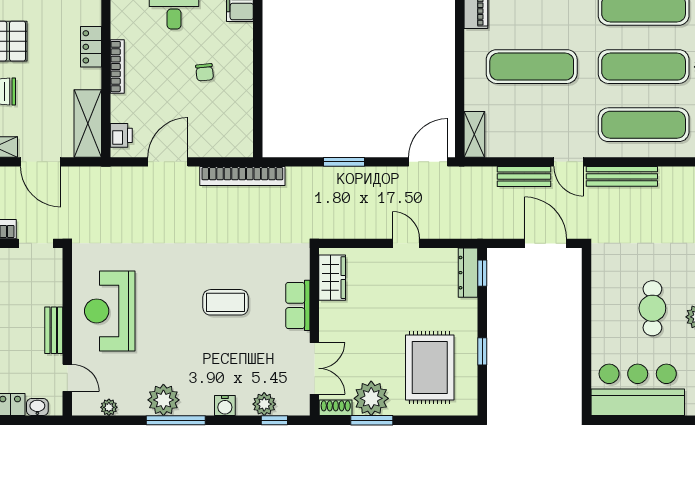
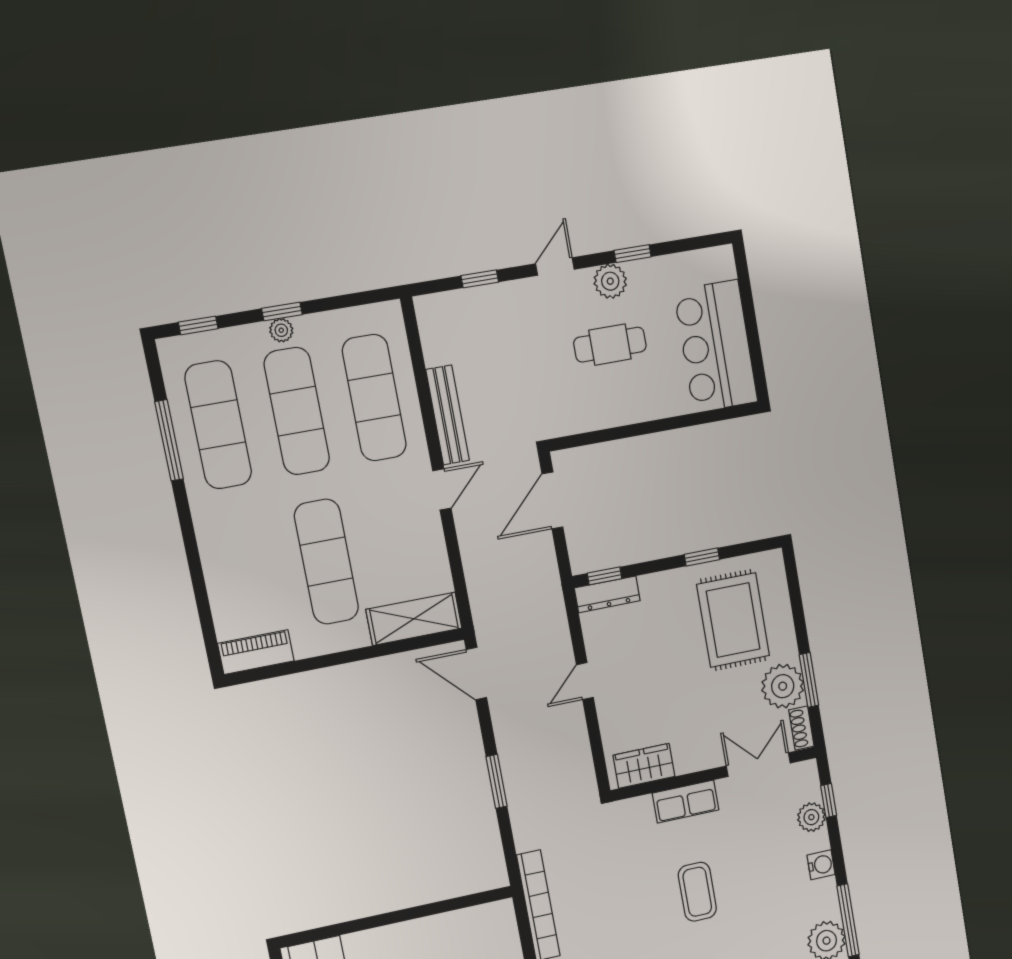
shelving: (474, 134) -> (414, 619), width x1.50, depth x1.33
bench: (524, 176) -> (472, 545), removed
rug: (430, 368) -> (733, 620), turned 90

